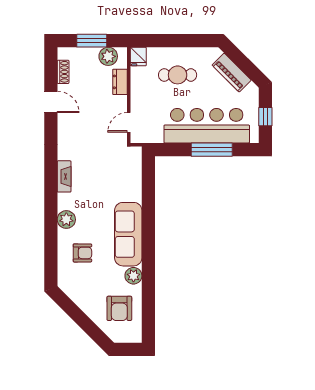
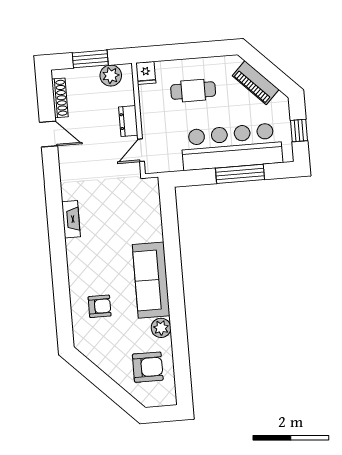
shoe rack: (63, 72) -> (60, 98), width x1.43
dresser: (120, 82) -> (128, 121), moved
plant: (66, 220) -> (78, 269), removed
armchair: (119, 308) -> (148, 367), turned -90

